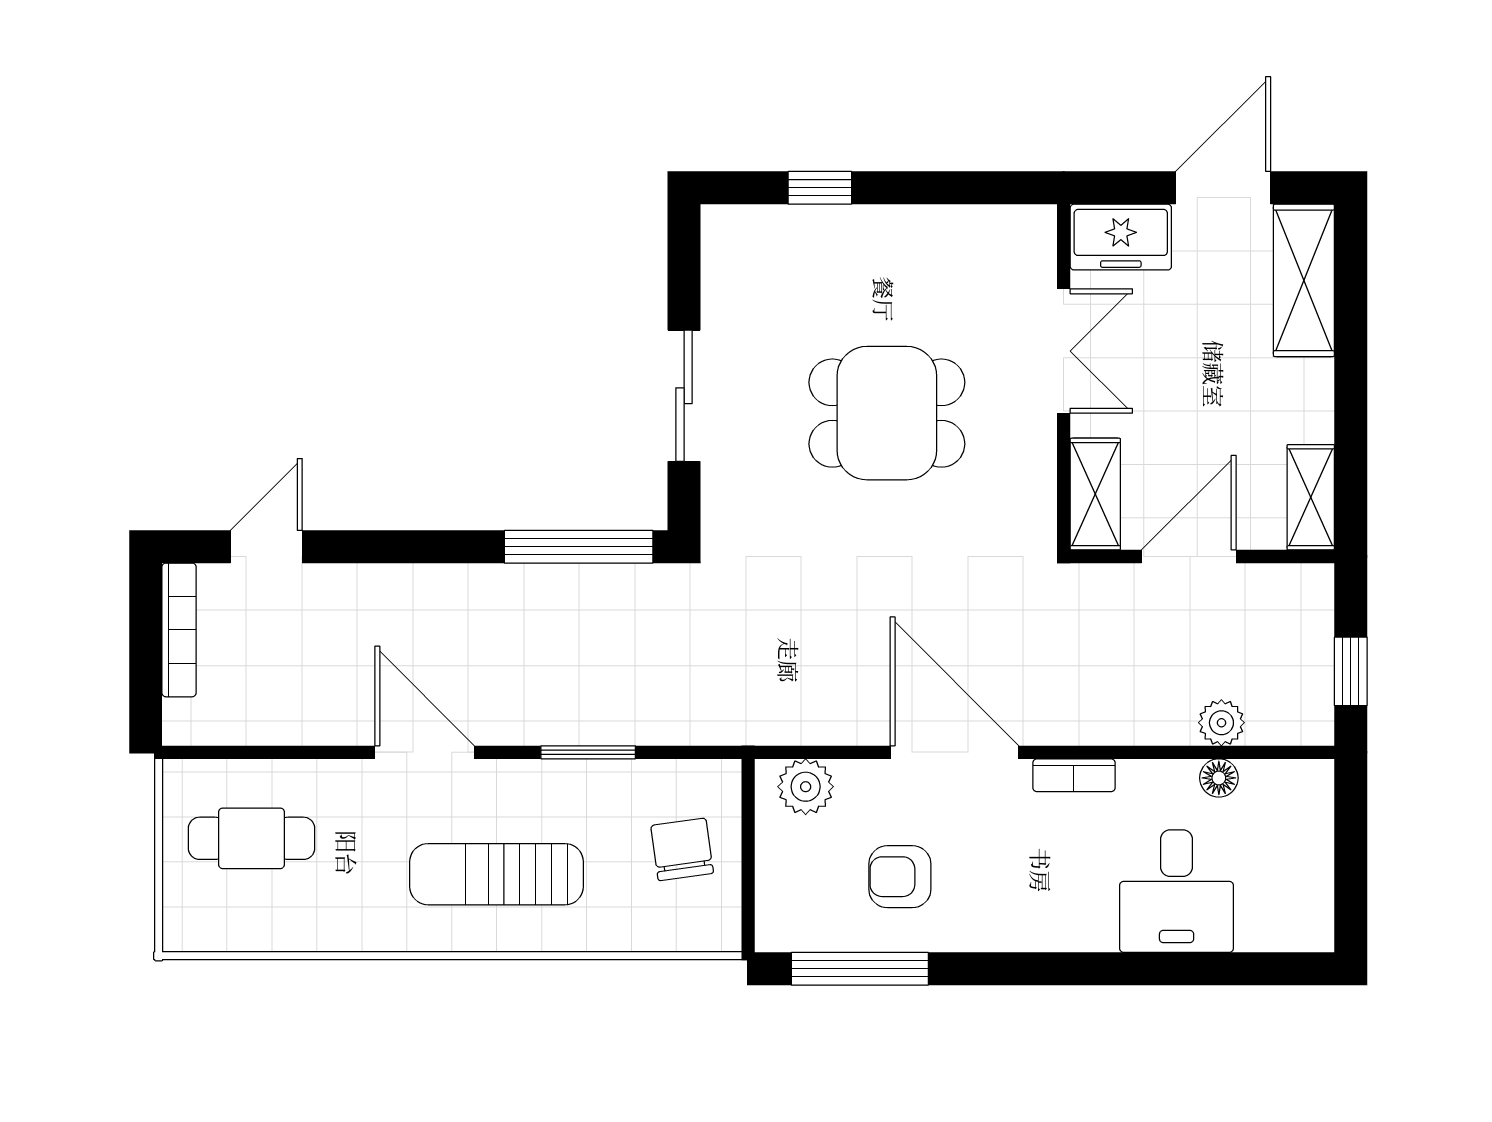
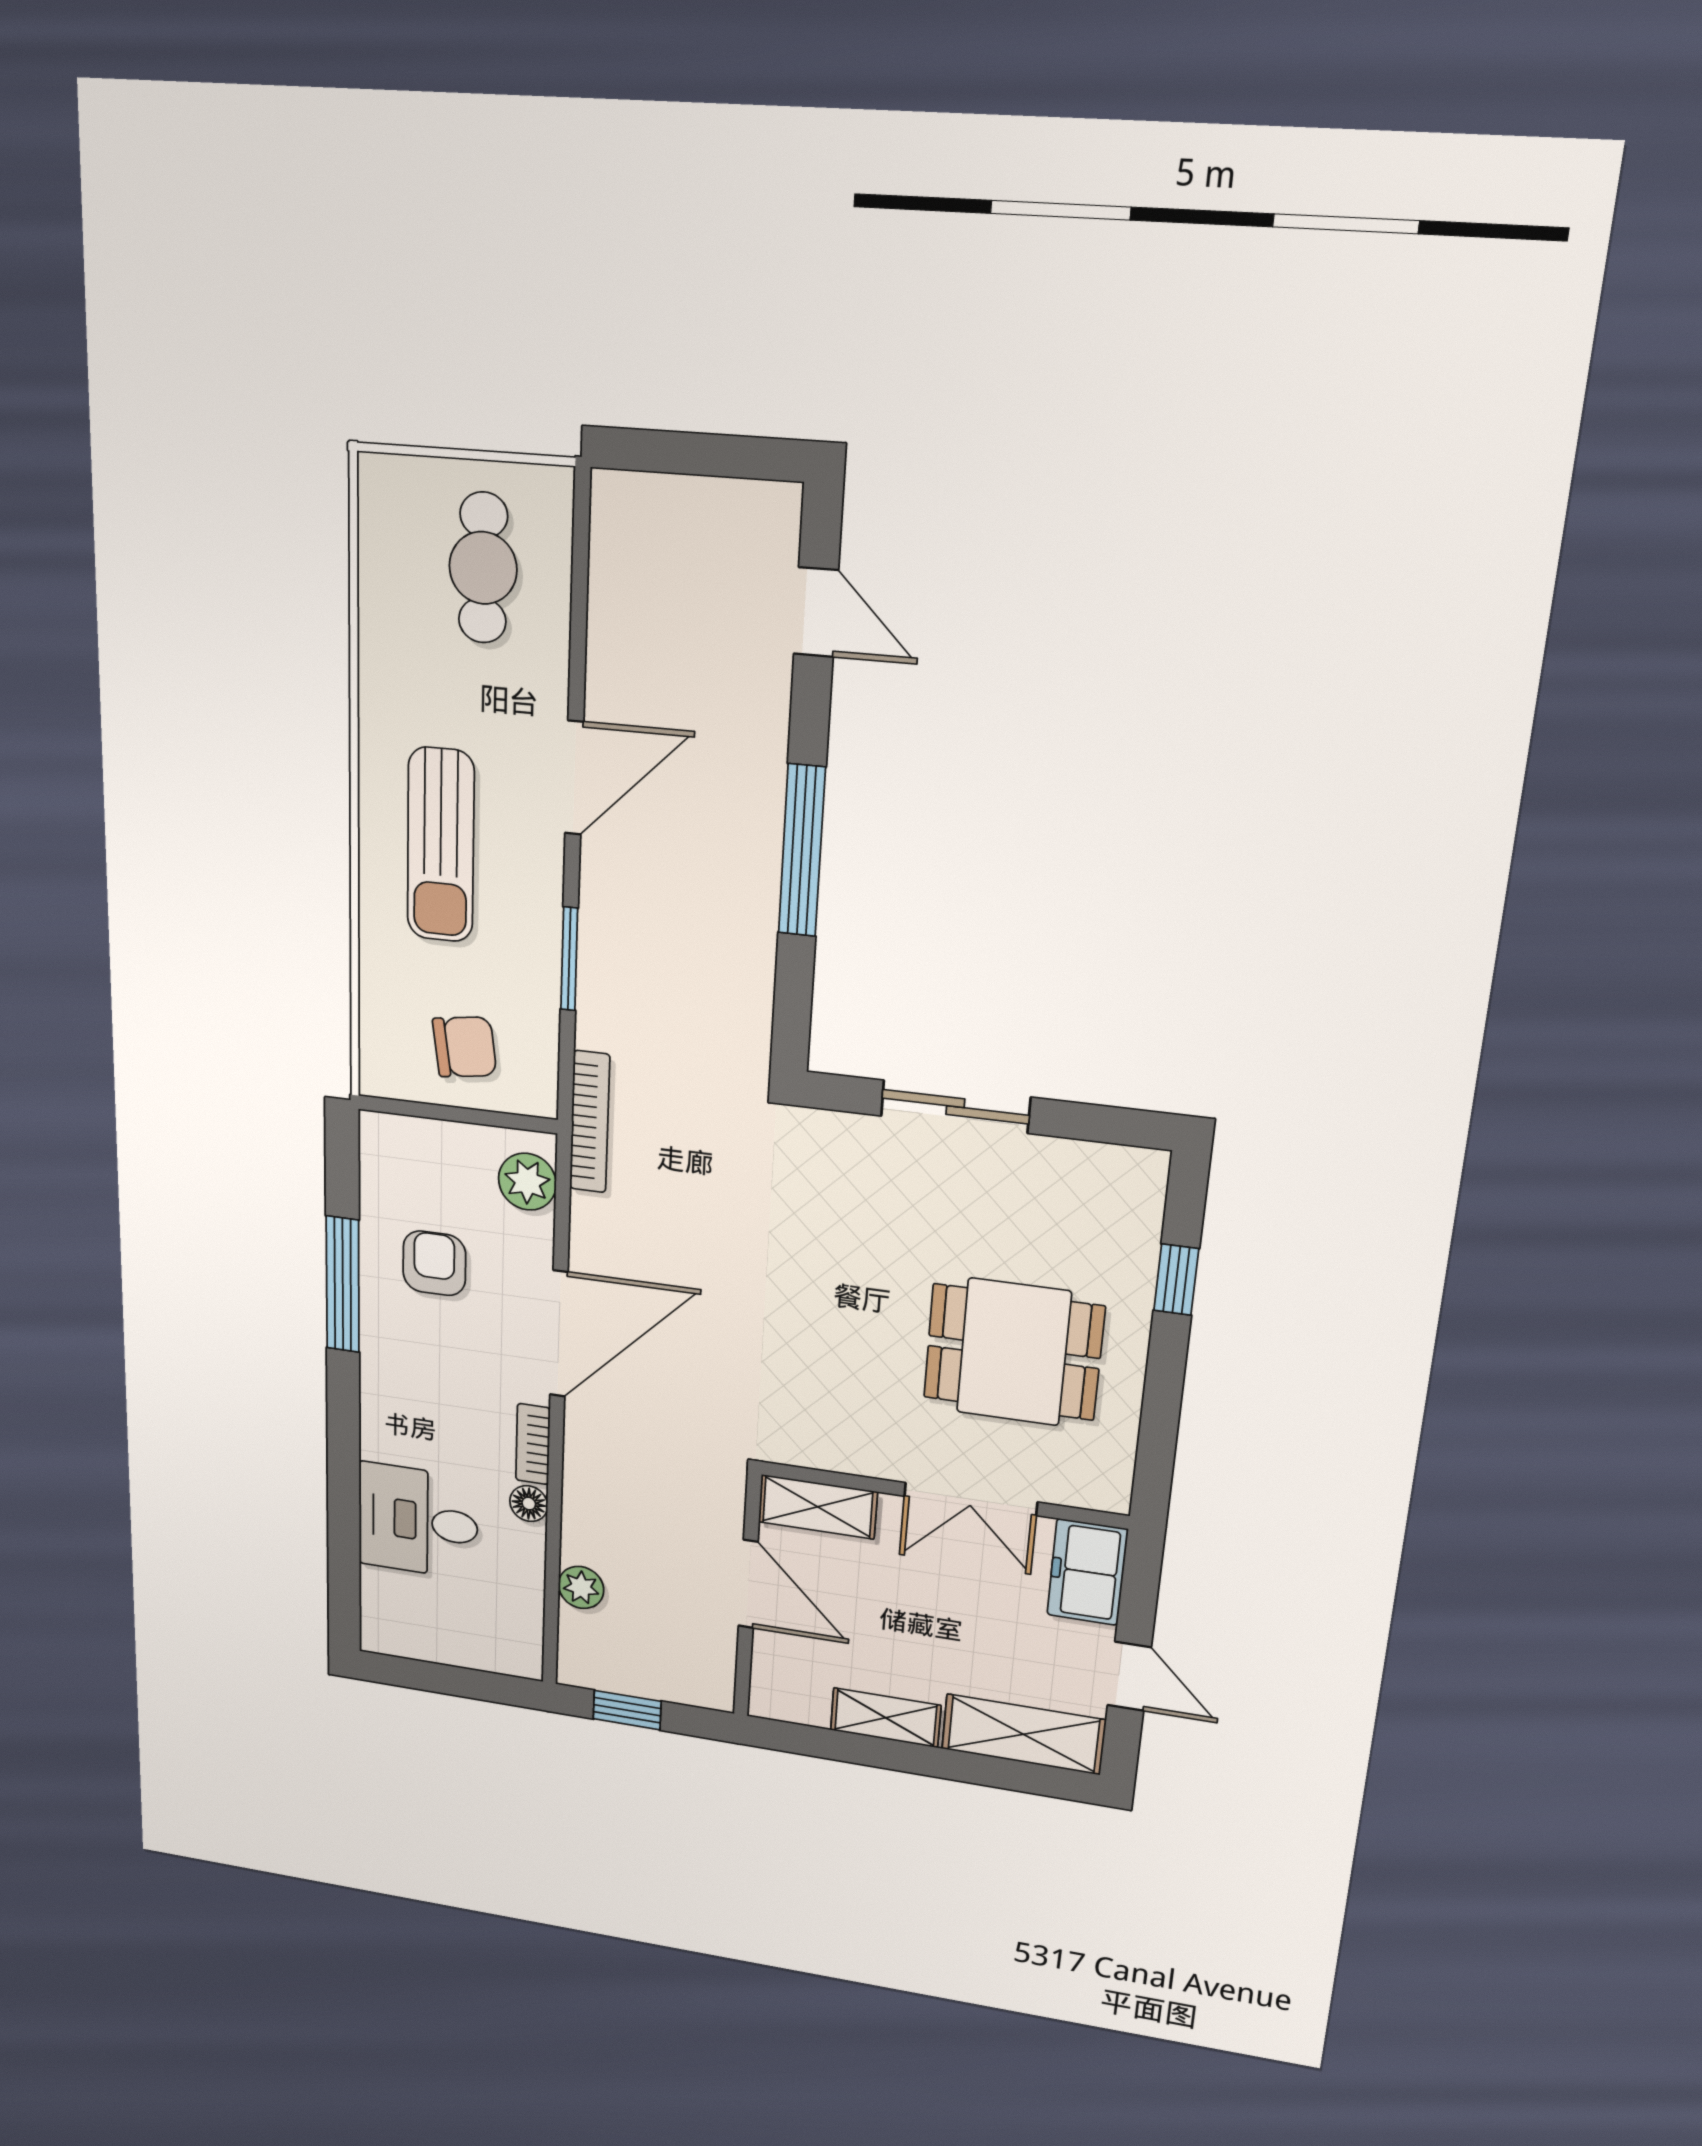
door: (1223, 188) -> (1129, 1676), width x0.73
dining table: (887, 413) -> (1014, 1352), moved, turned 90
shelving: (1311, 497) -> (886, 1718), moved
window: (579, 547) -> (802, 851), moved
bookcase: (179, 630) -> (590, 1122), moved, turned -90
floor lamp: (1219, 778) -> (529, 1504), moved
sun lounger: (497, 874) -> (441, 845), turned 180
window: (860, 969) -> (343, 1284), moved

